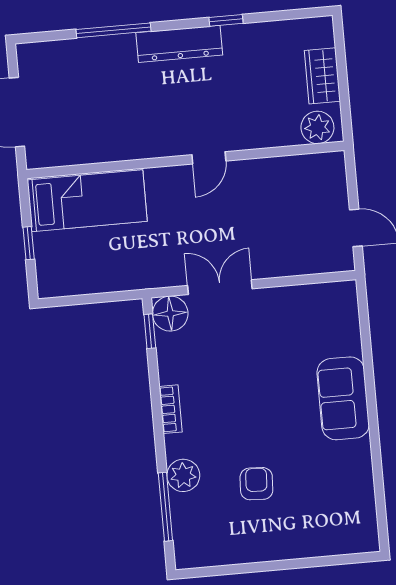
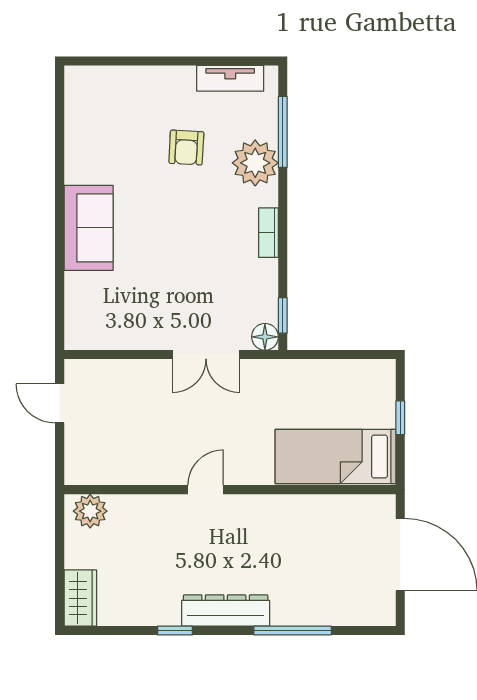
wardrobe: (322, 76) -> (80, 598), moved
floor lamp: (170, 314) -> (265, 337), width x0.73, depth x0.73
plant: (183, 475) -> (255, 163), width x1.36, depth x1.36
tv unit: (220, 554) -> (230, 78), added

